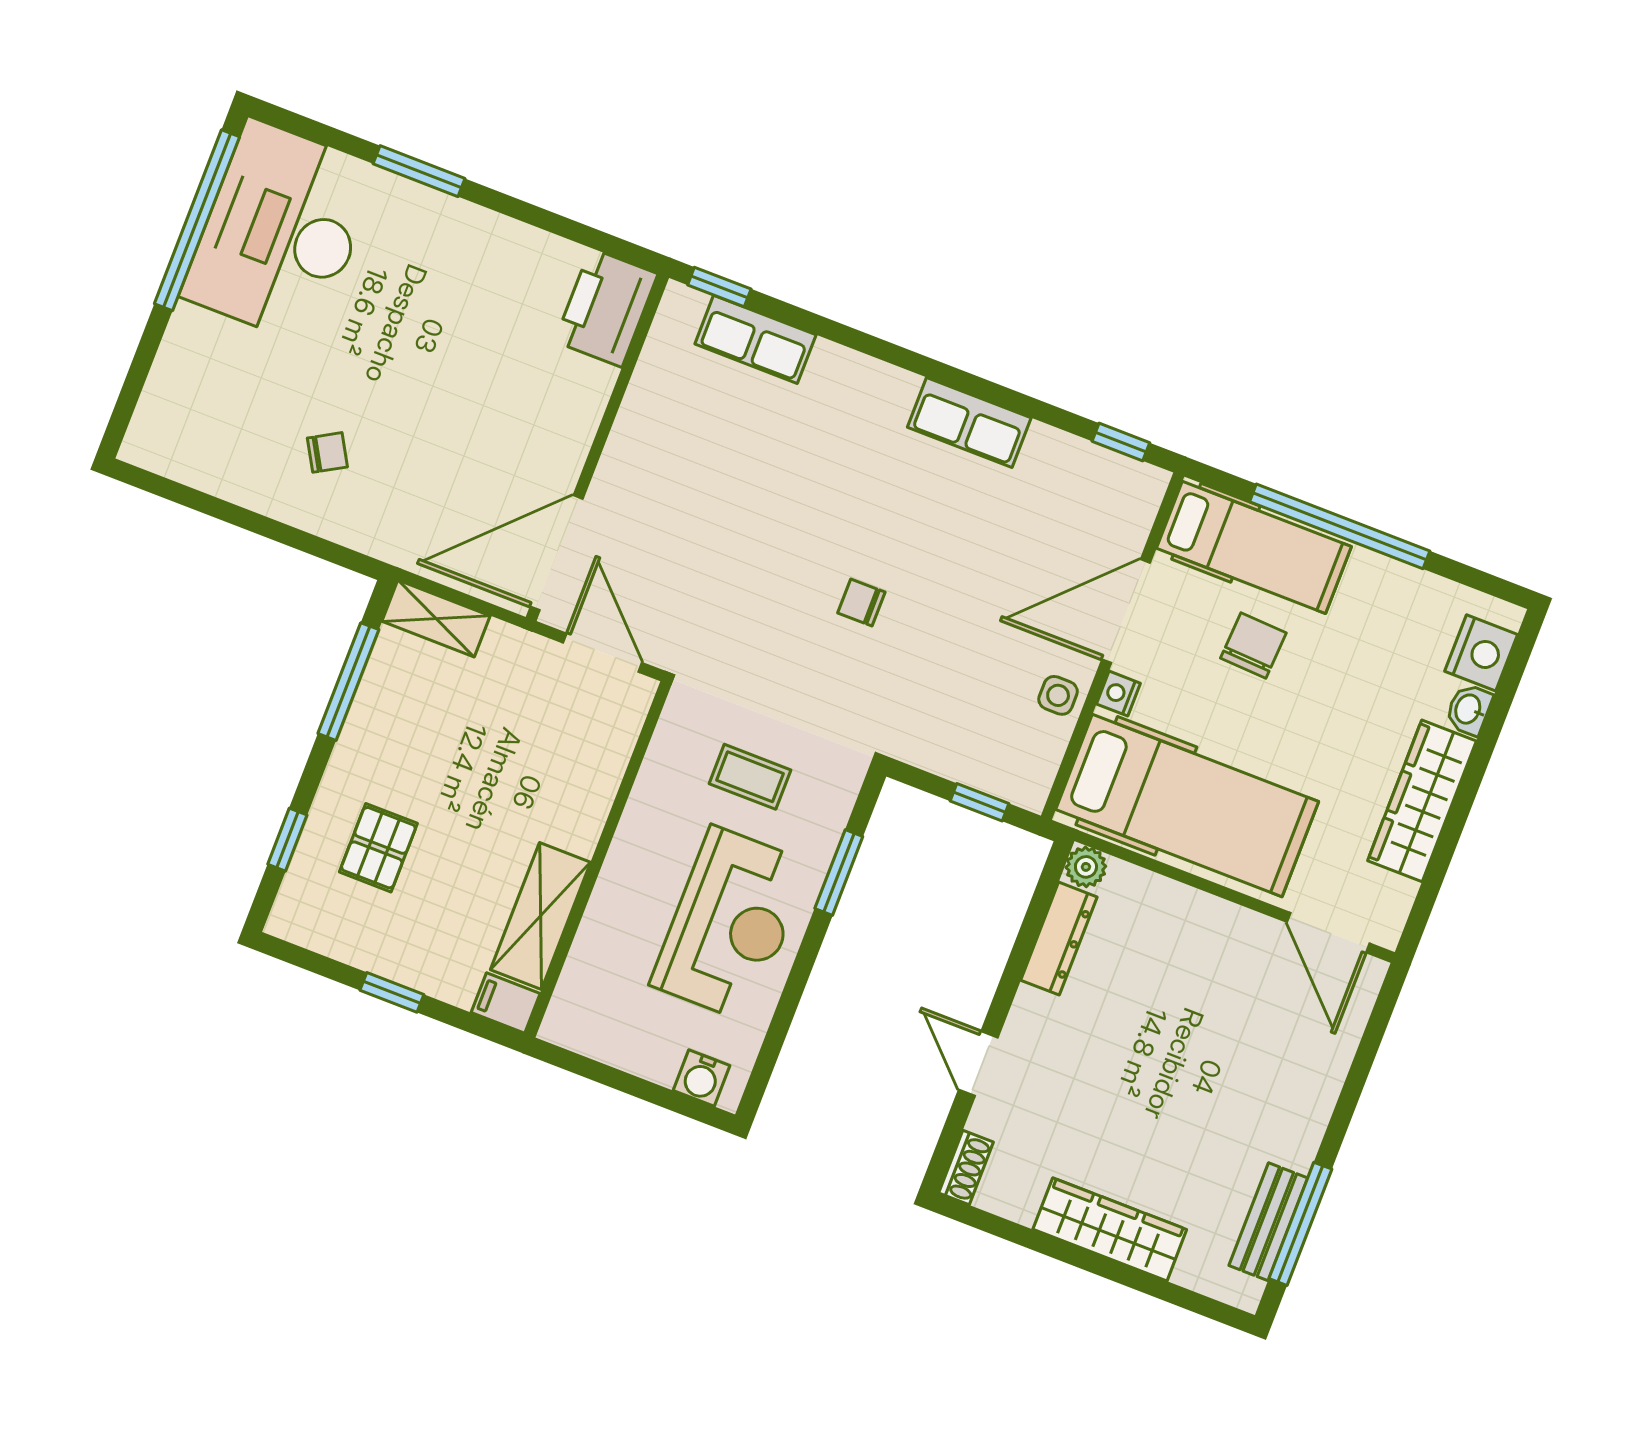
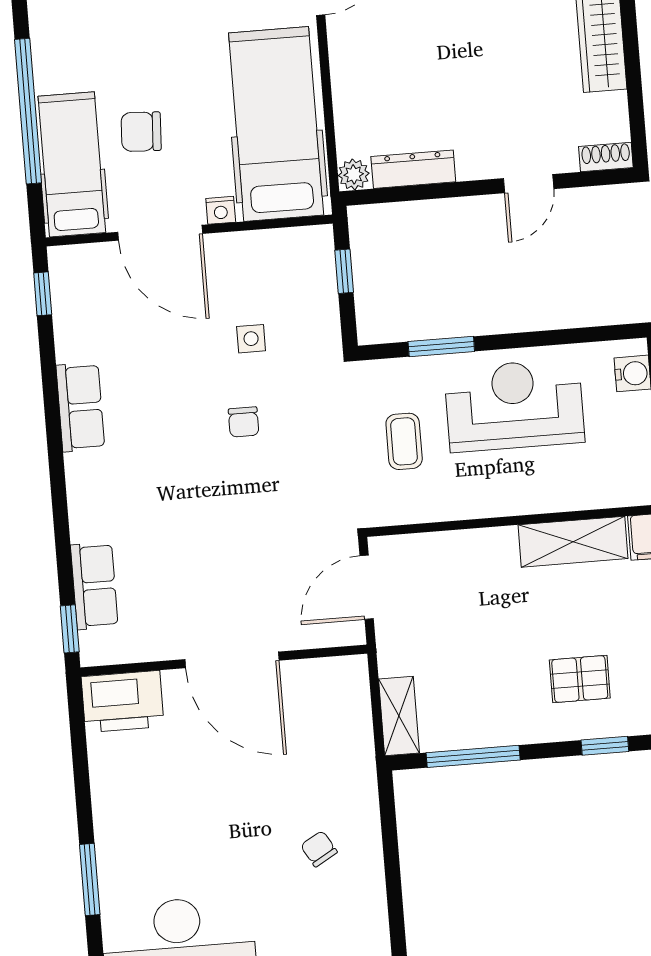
door: (557, 553) -> (232, 660), moved
side table: (1058, 695) -> (251, 339), moved

